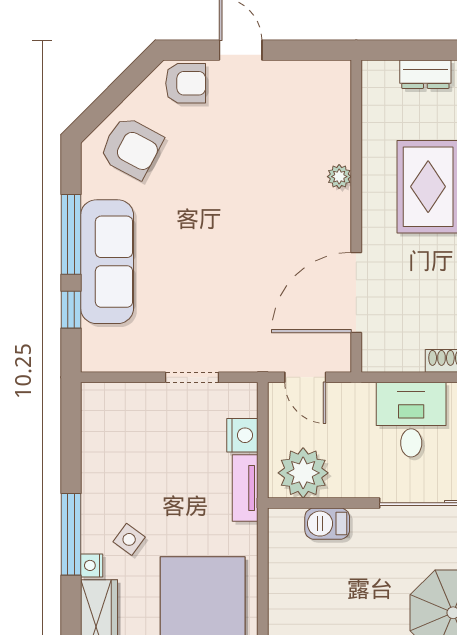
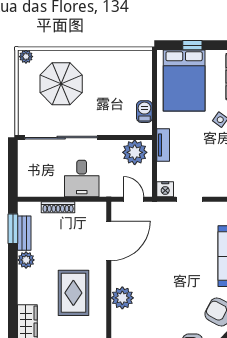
plant: (339, 177) -> (122, 298), width x1.87, depth x1.87
nightstand: (242, 435) -> (165, 189), moved, turned -90
barbecue: (327, 524) -> (144, 112), moved, turned -90

